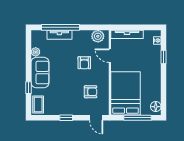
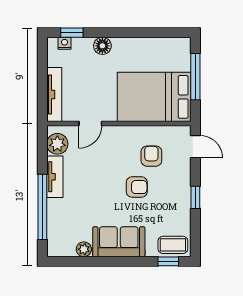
tv unit: (59, 35) -> (55, 177), moved
window: (164, 57) -> (72, 33), moved
armchair: (84, 63) -> (137, 187), moved
window: (28, 88) -> (168, 261), moved
floor lamp: (156, 107) -> (102, 46), moved
door: (96, 118) -> (195, 147), hinge flipped

